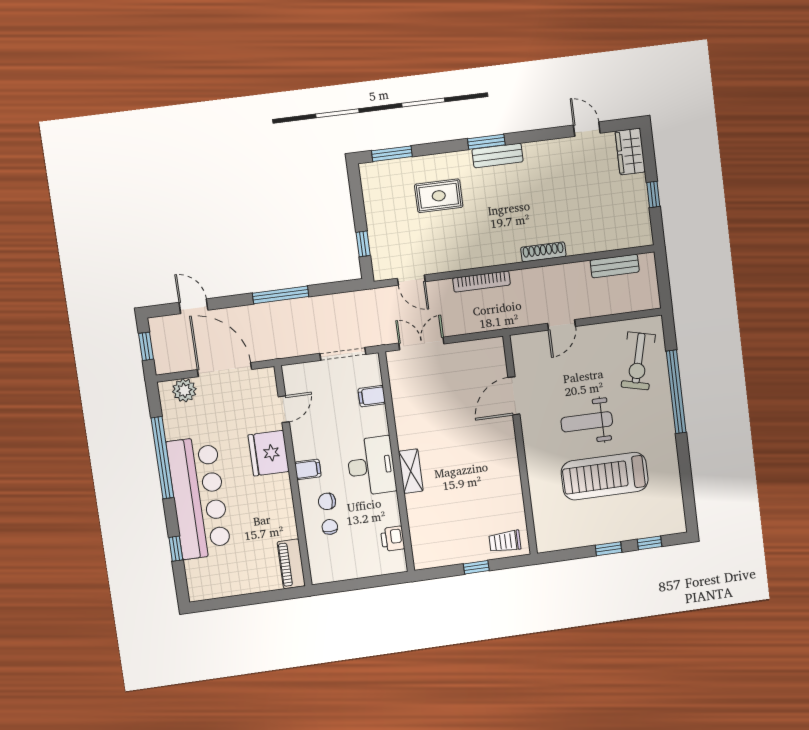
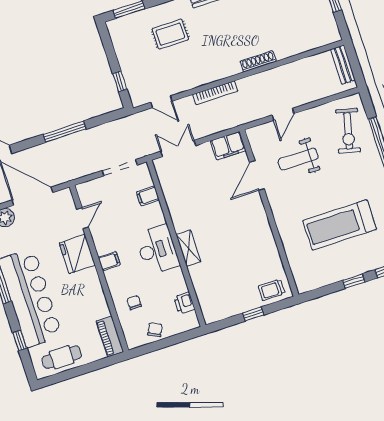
bench: (615, 266) -> (343, 65), moved, turned 90
filing cabinet: (485, 352) -> (228, 146), added
weight bench: (587, 422) -> (298, 159), moved
chair: (327, 501) -> (155, 330), moved, turned 117
cafe table: (226, 579) -> (62, 357), added

